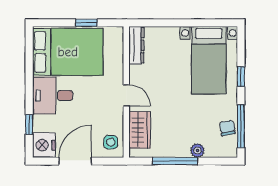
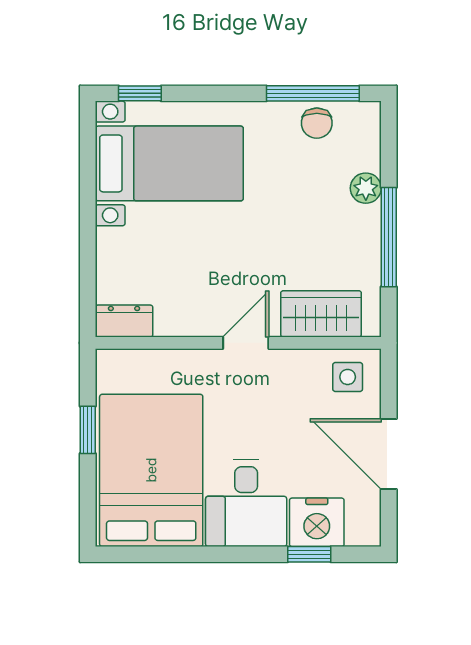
dresser: (136, 45) -> (124, 321), width x0.70
window: (241, 77) -> (140, 93), moved
chair: (227, 128) -> (317, 123), turned -80
nightstand: (44, 145) -> (317, 522), moved

